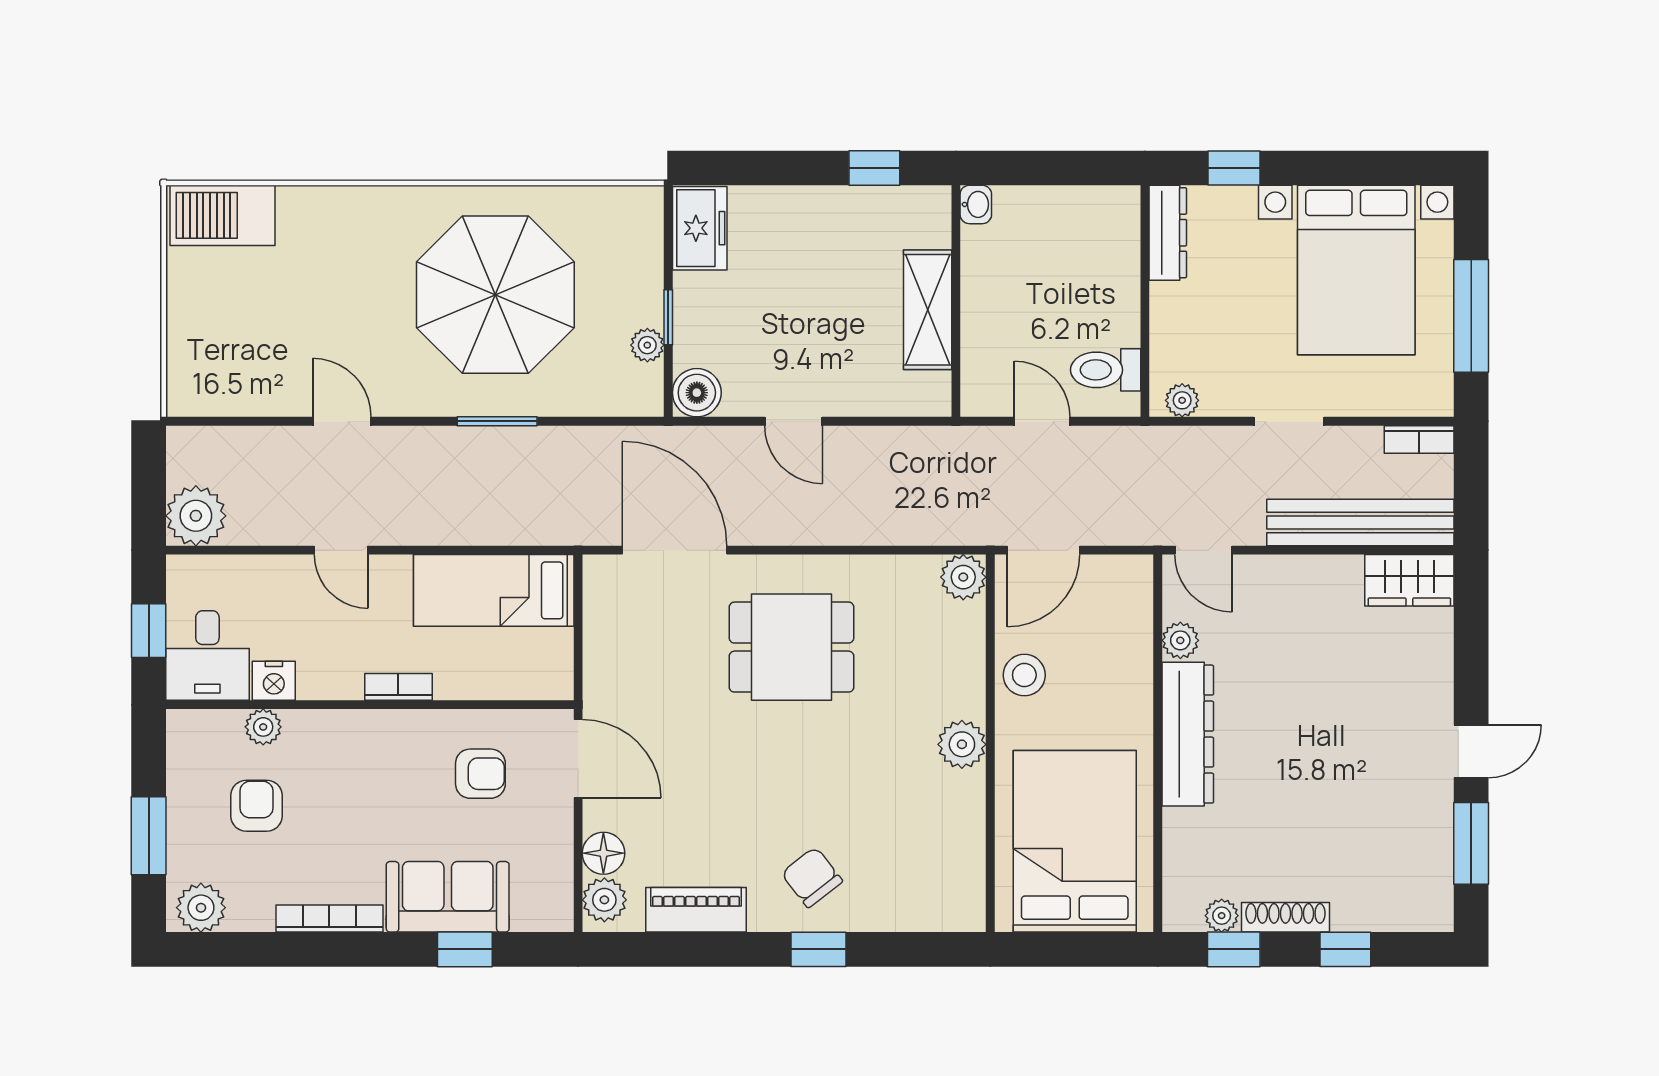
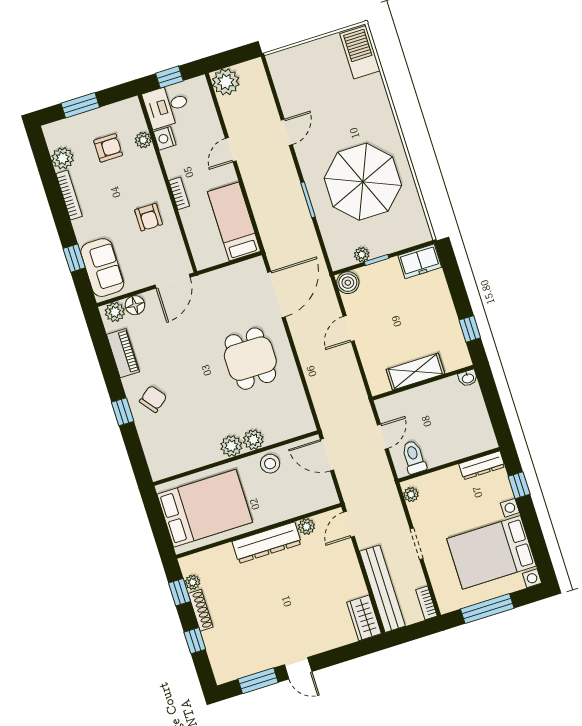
plant: (963, 577) -> (253, 440), moved
armchair: (480, 774) -> (149, 217), moved
sofa: (448, 897) -> (102, 268), moved
plant: (201, 908) -> (63, 158), moved

